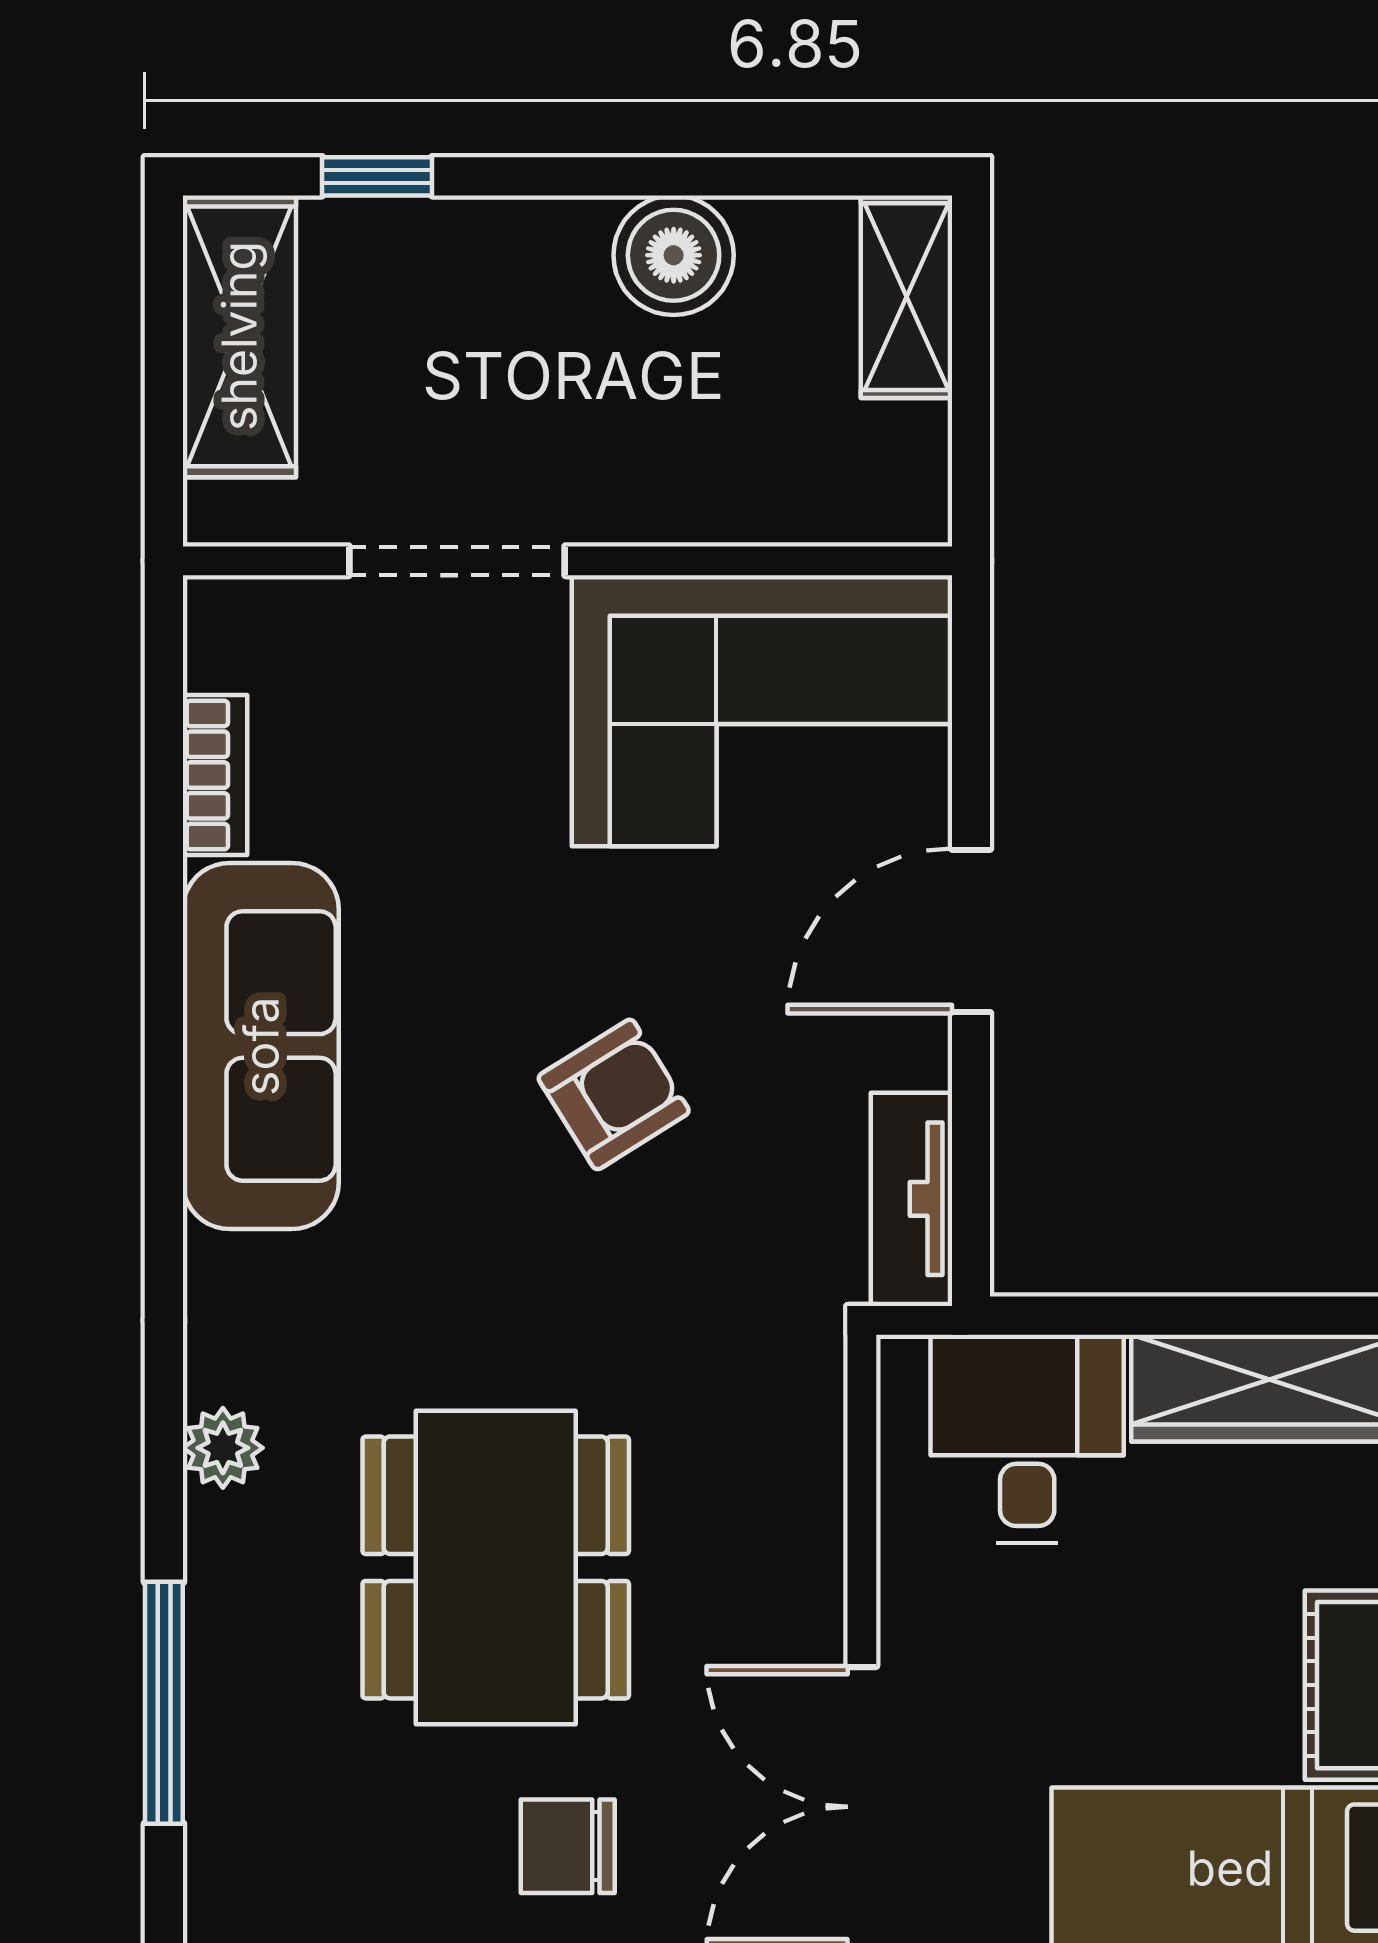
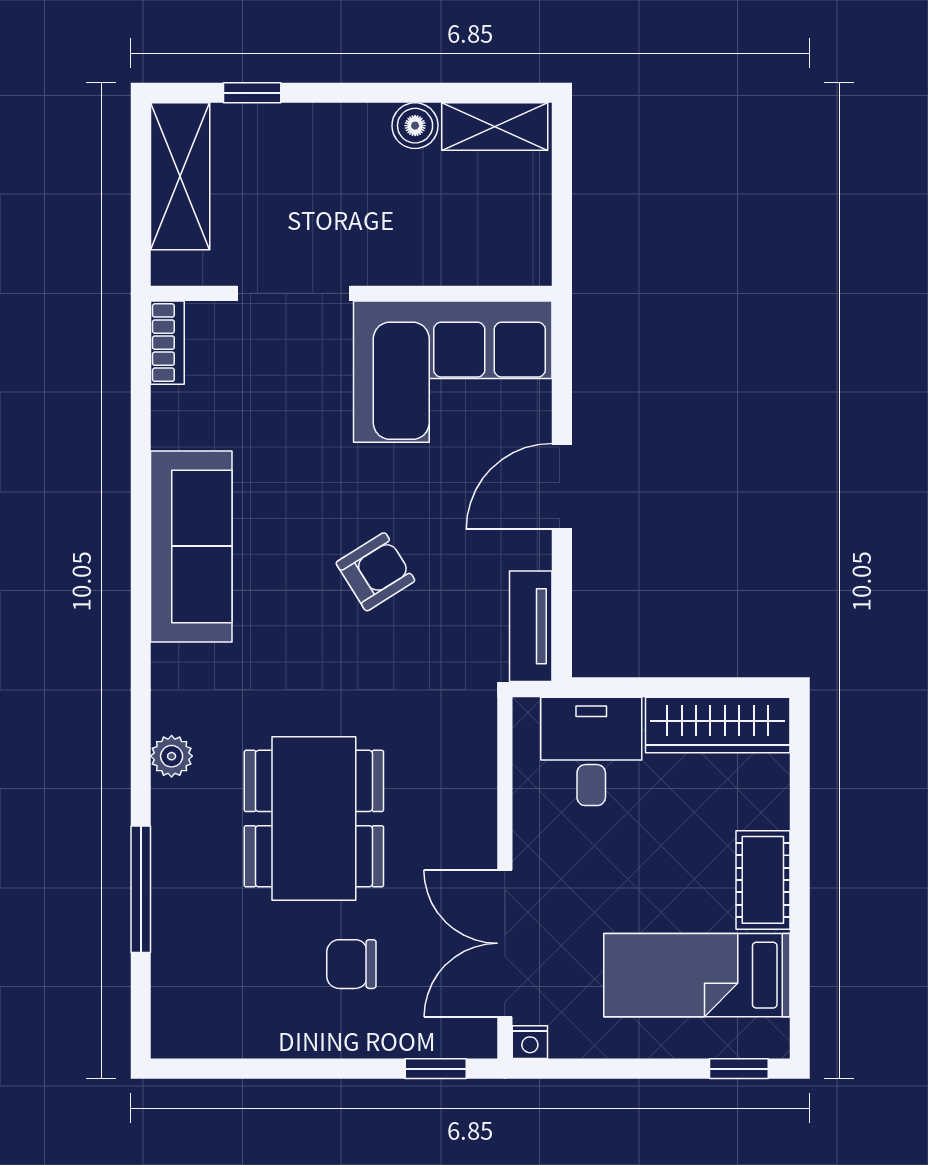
boiler: (674, 255) -> (415, 126), width x0.73, depth x0.73
shelving: (906, 297) -> (495, 126), moved, turned 90
bookcase: (215, 775) -> (167, 343), moved

